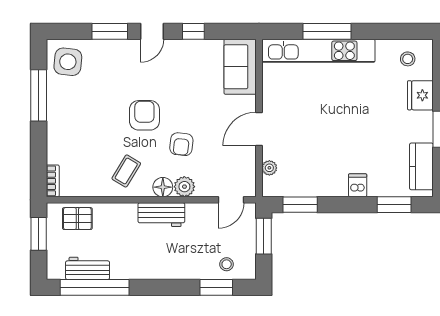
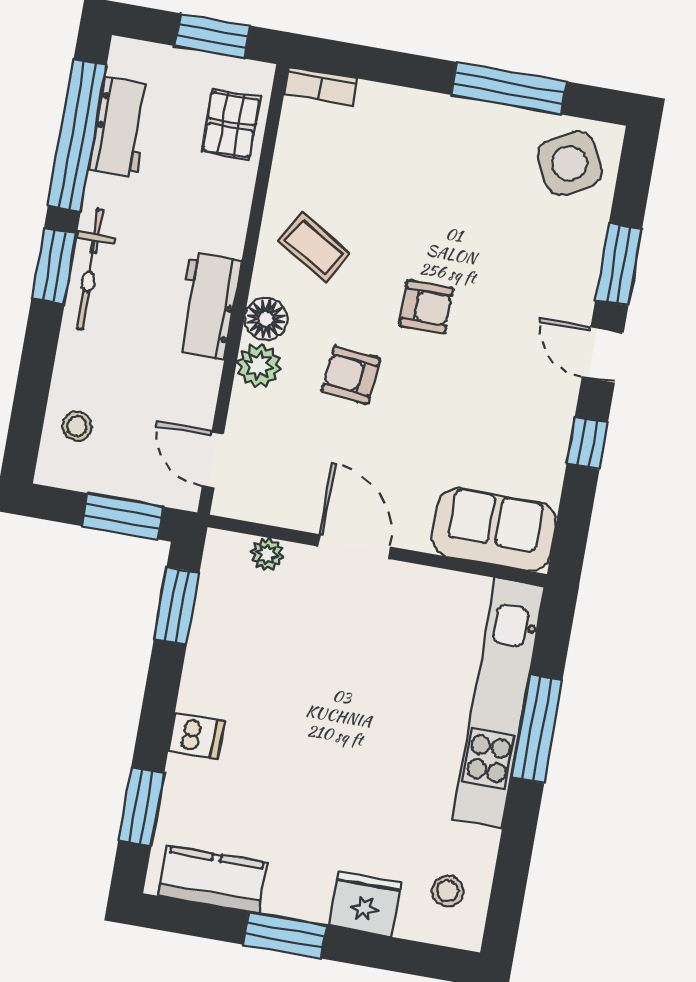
side table: (68, 62) -> (570, 163), turned -34
armchair: (144, 115) -> (426, 307), width x0.72, depth x0.72
bicycle: (154, 271) -> (90, 269), added
window: (216, 287) -> (54, 266), moved

